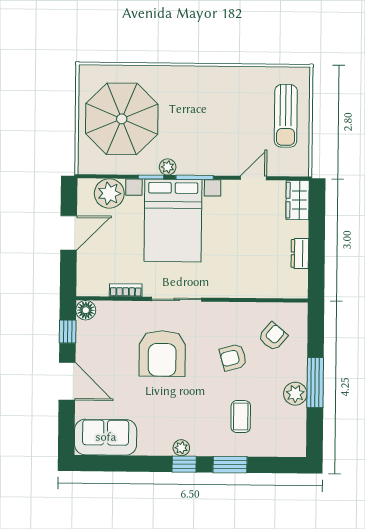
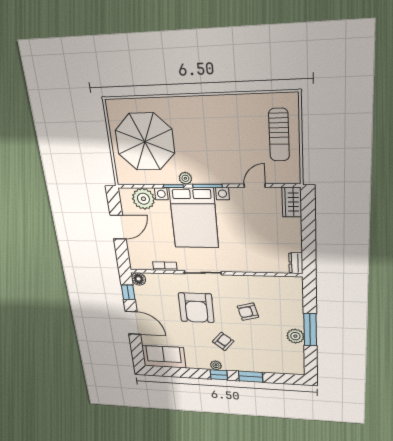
dresser: (300, 253) -> (296, 263), moved
armchair: (273, 336) -> (223, 341), moved
coffee table: (241, 417) -> (256, 349), removed

